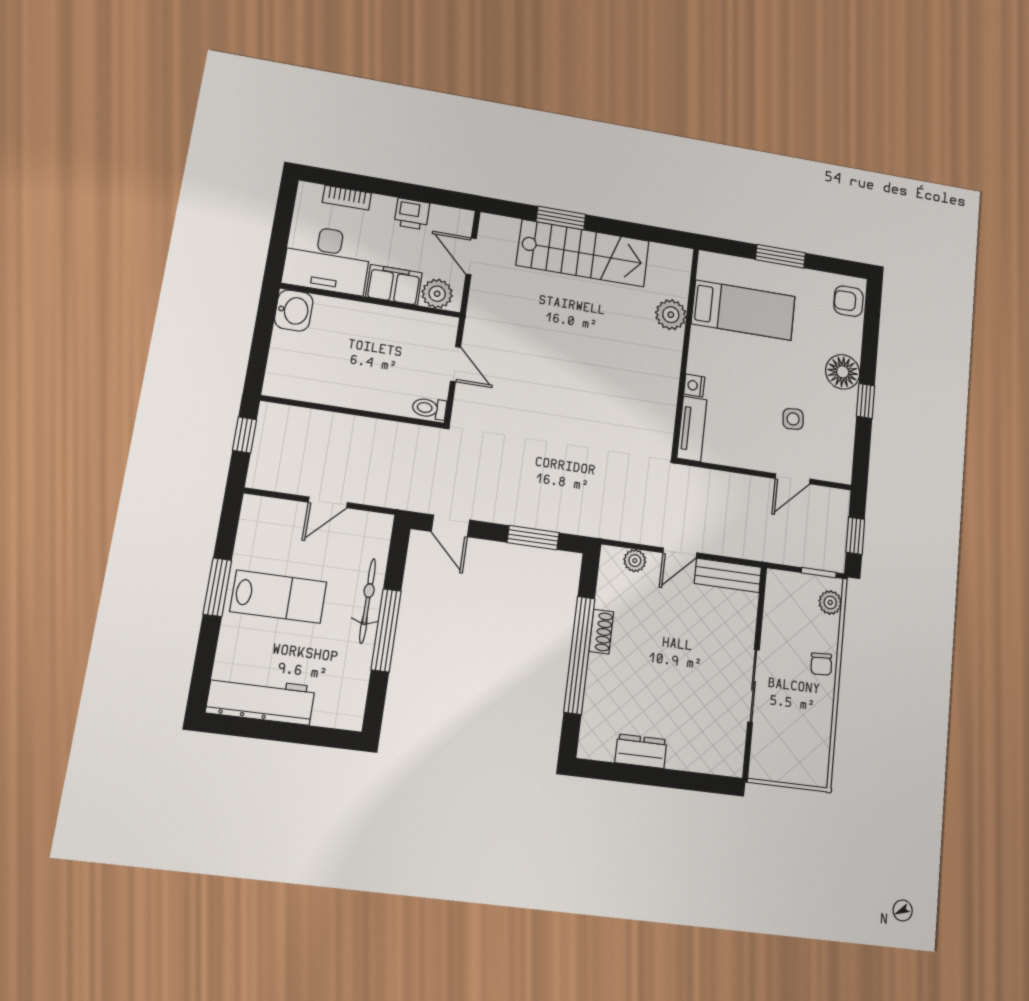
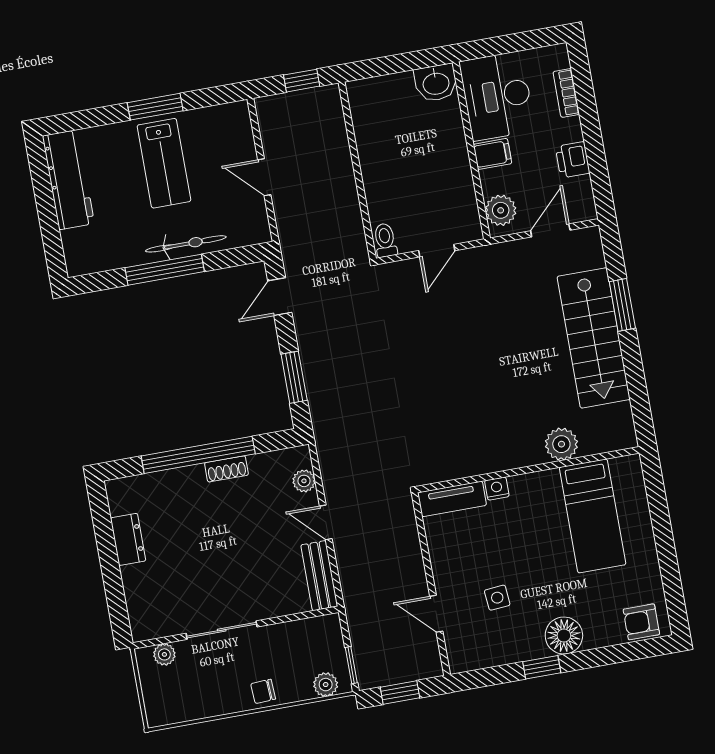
window: (780, 256) -> (664, 538), removed
filing cabinet: (394, 285) -> (493, 154), width x0.50
armchair: (848, 301) -> (641, 622), turned -90
plant: (761, 750) -> (164, 654), added

